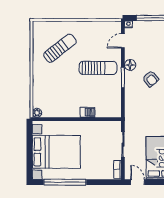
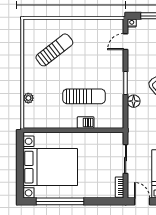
floor lamp: (130, 65) -> (134, 101), moved
sun lounger: (98, 68) -> (84, 96), moved
plant: (37, 113) -> (28, 98), moved

